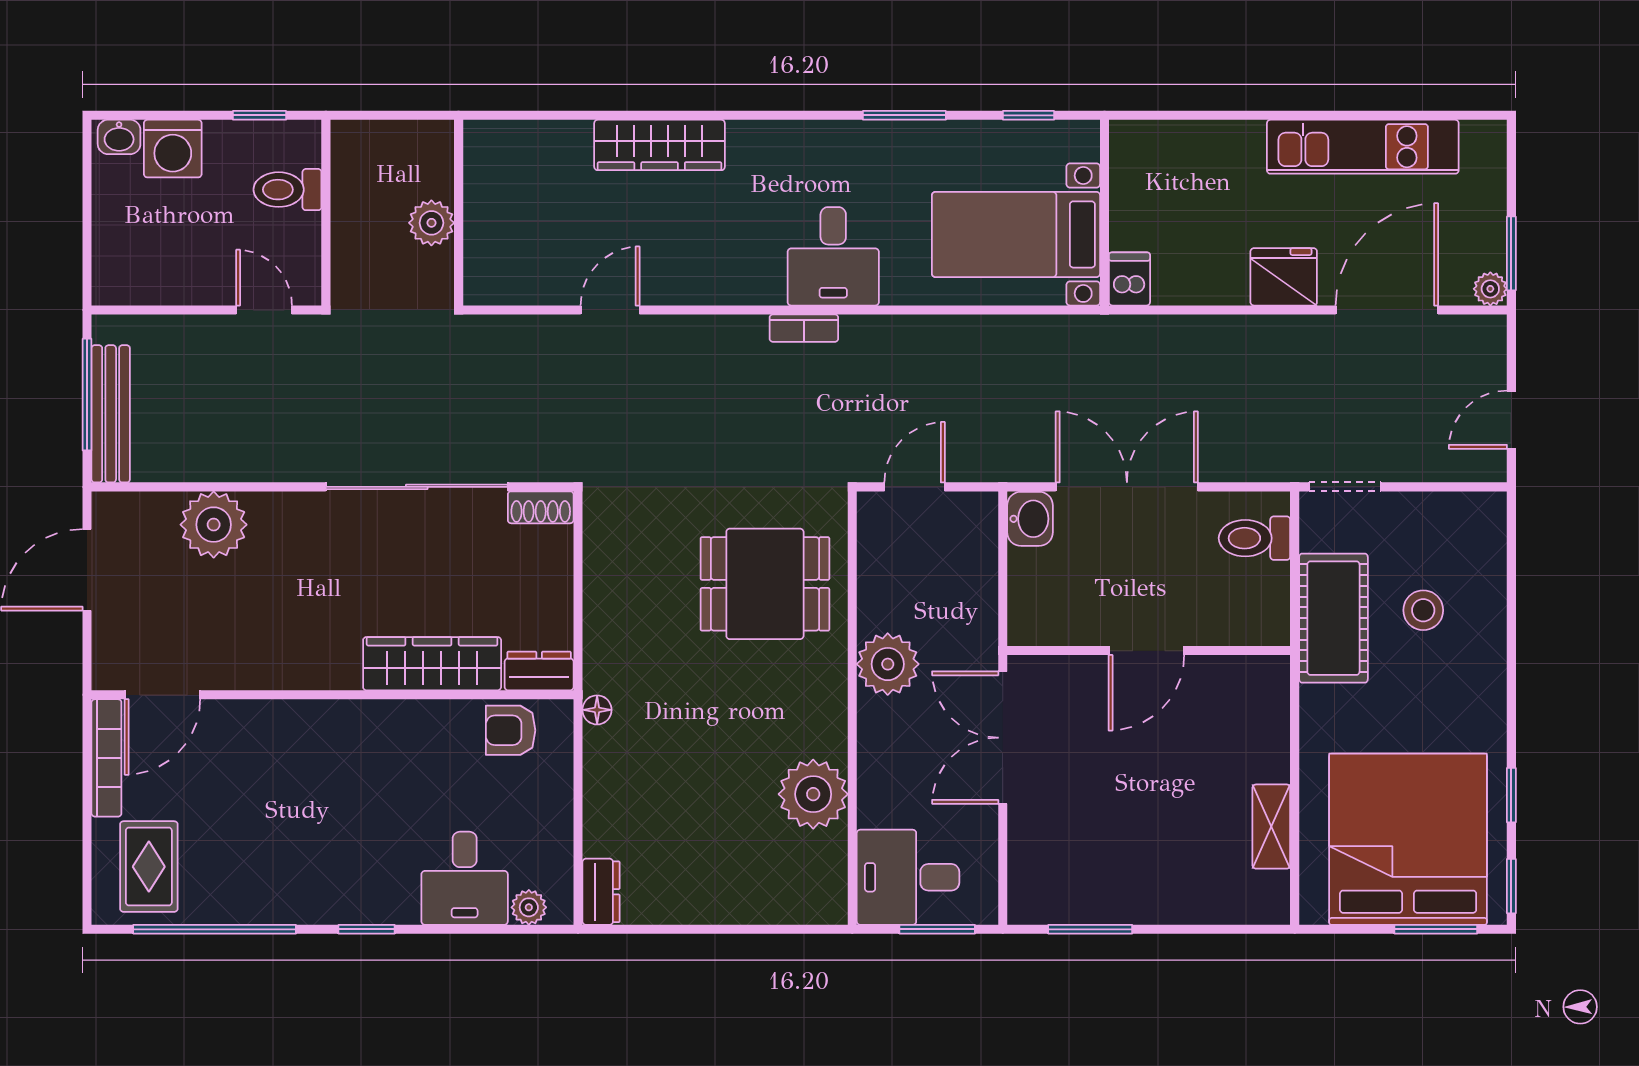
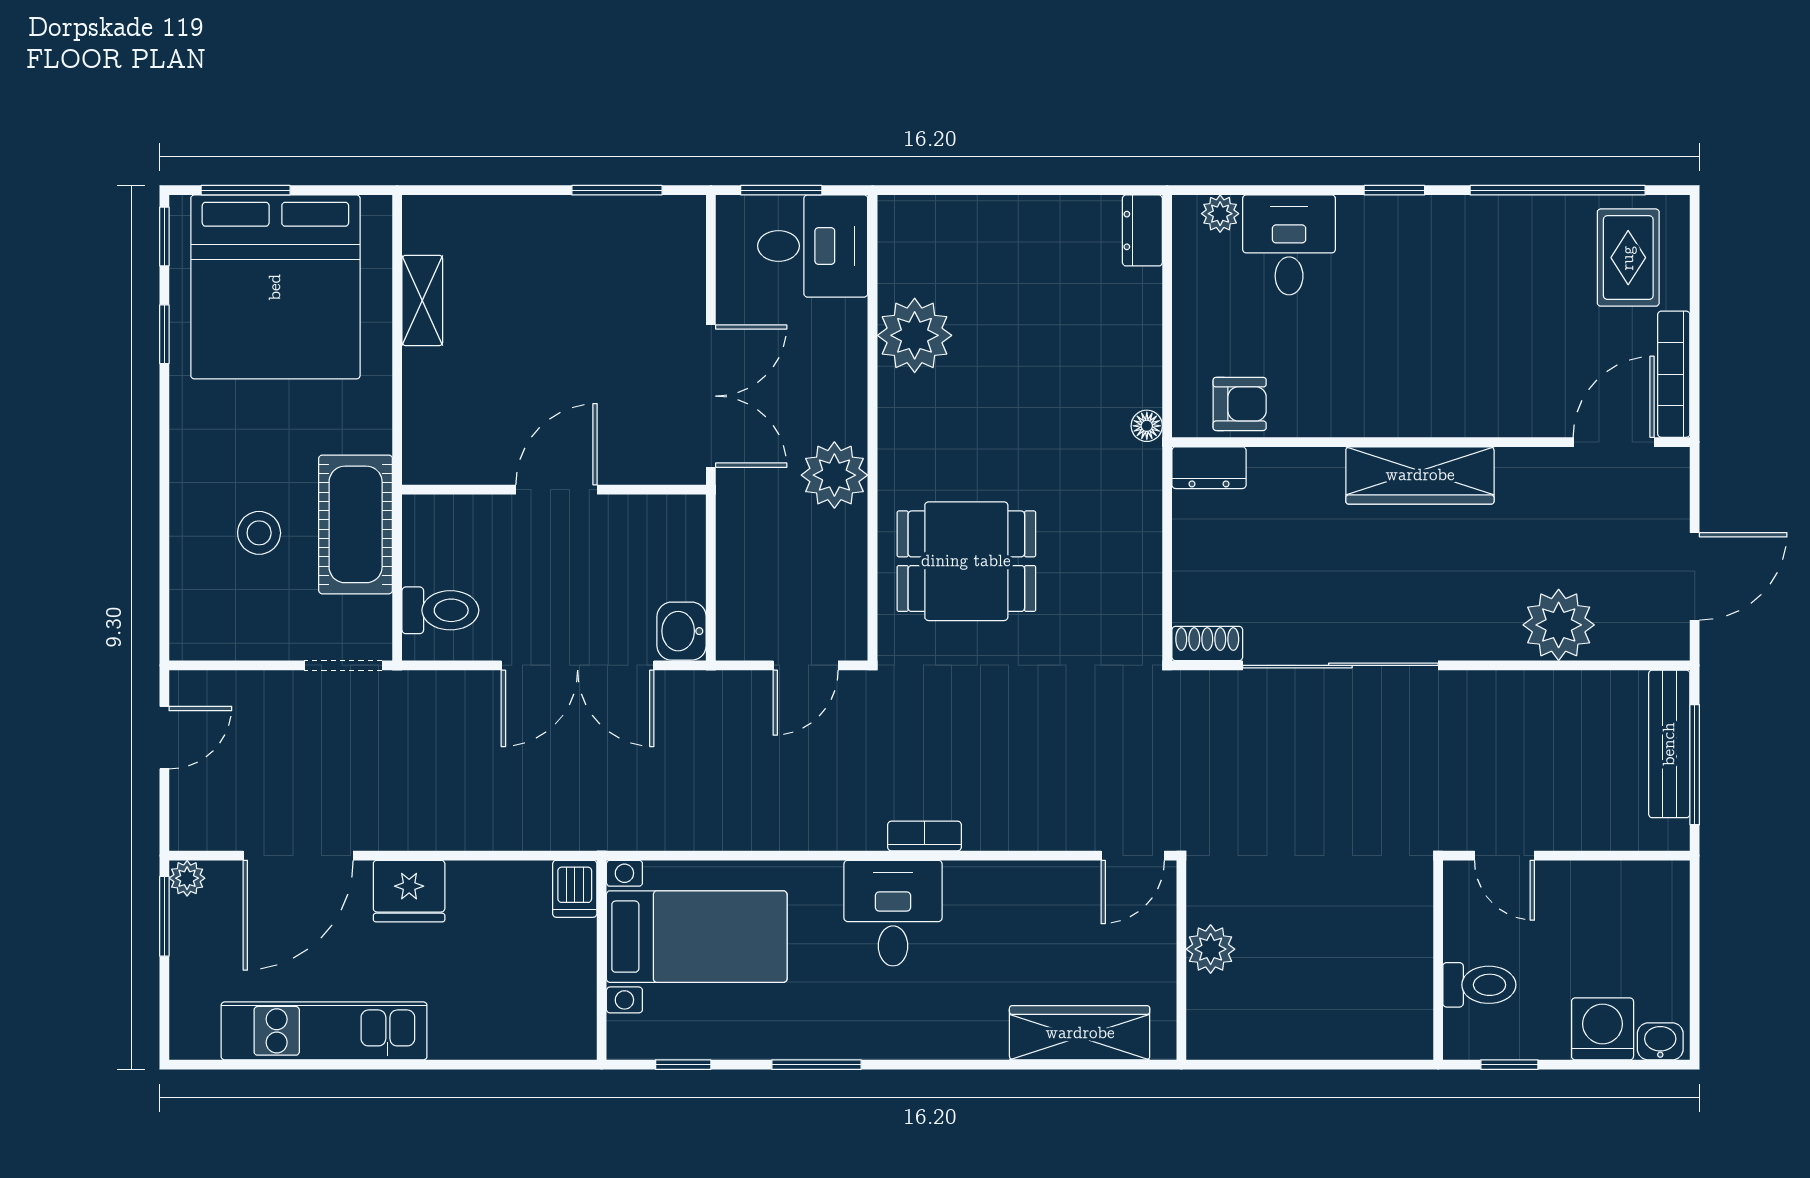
wall: (459, 213) -> (1181, 960), moved
plant: (431, 223) -> (1211, 949), moved
wardrobe: (432, 664) -> (1420, 475), moved

